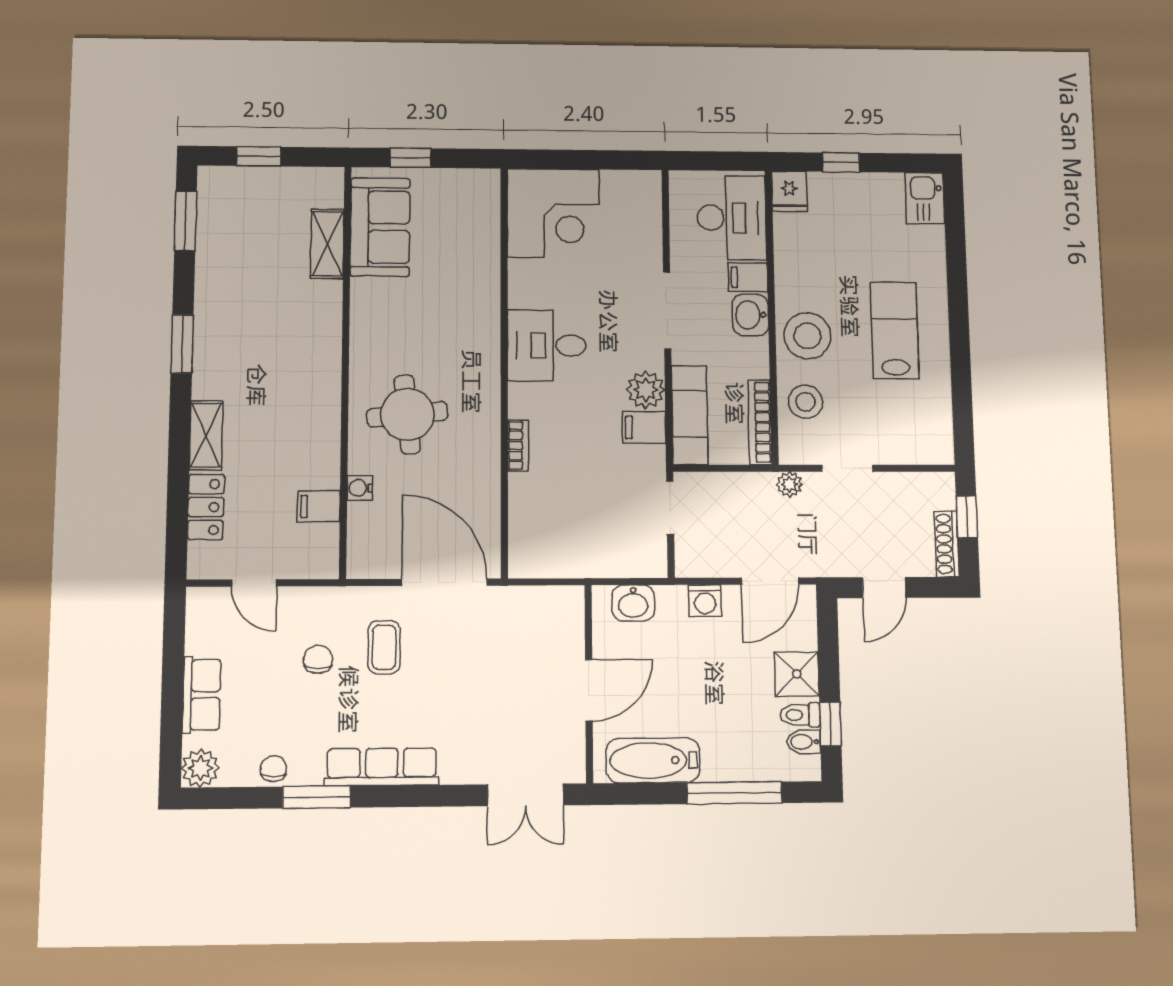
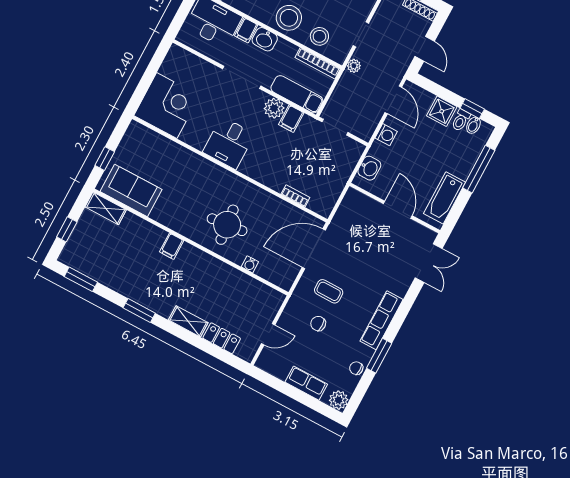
shelving: (327, 244) -> (106, 208), moved
bookcase: (518, 445) -> (295, 196), moved
filing cabinet: (319, 506) -> (172, 246), moved

